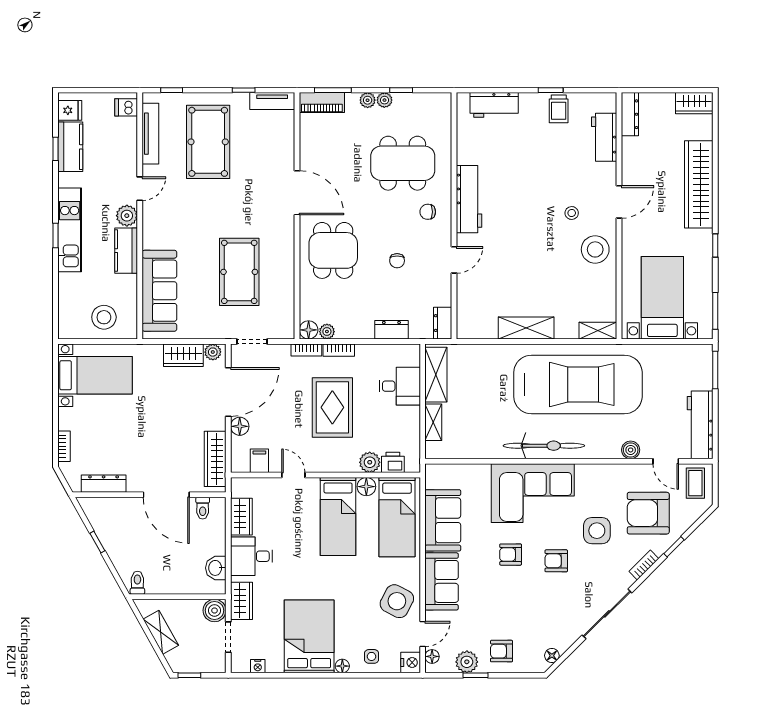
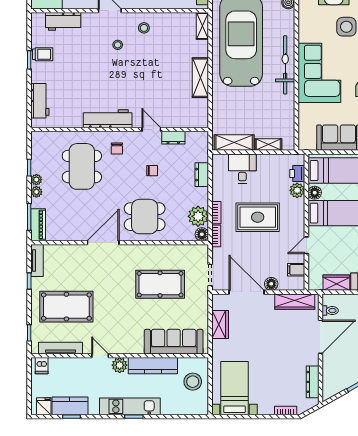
stool: (595, 249) -> (144, 28), width x0.53, depth x0.53
kitchen counter: (126, 251) -> (153, 366), width x1.50
dresser: (443, 323) -> (173, 138), moved
plant: (327, 332) -> (198, 216), width x1.88, depth x1.88
plant: (213, 352) -> (218, 303), removed

